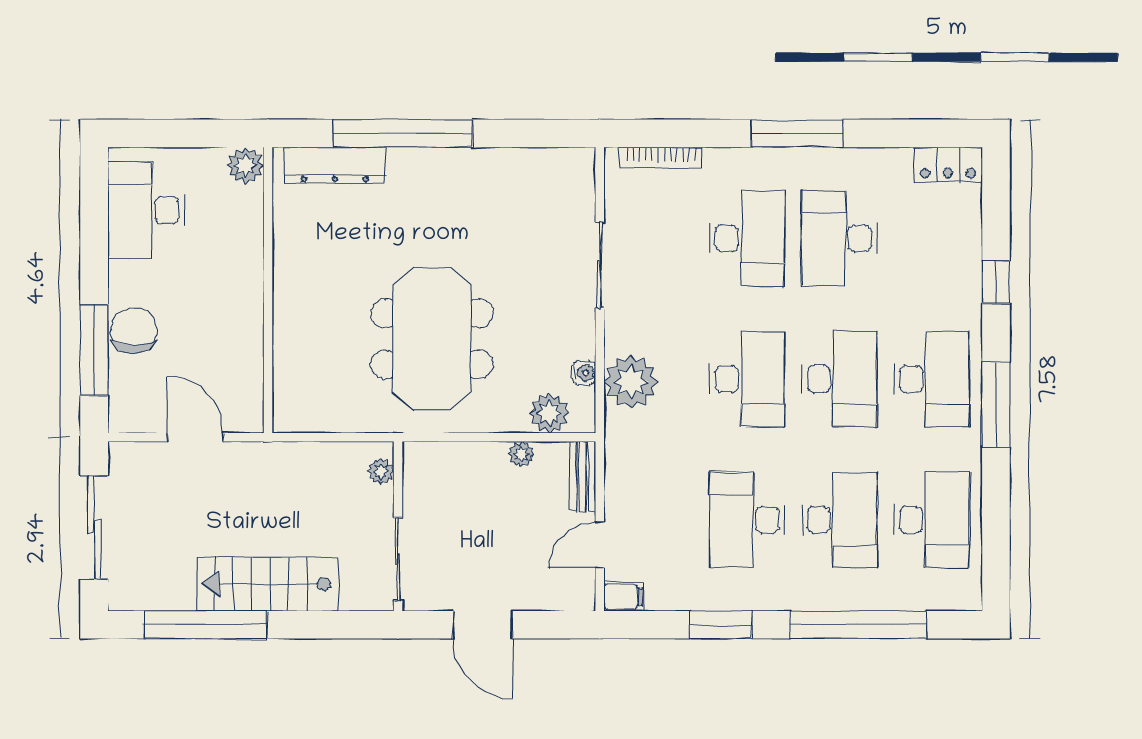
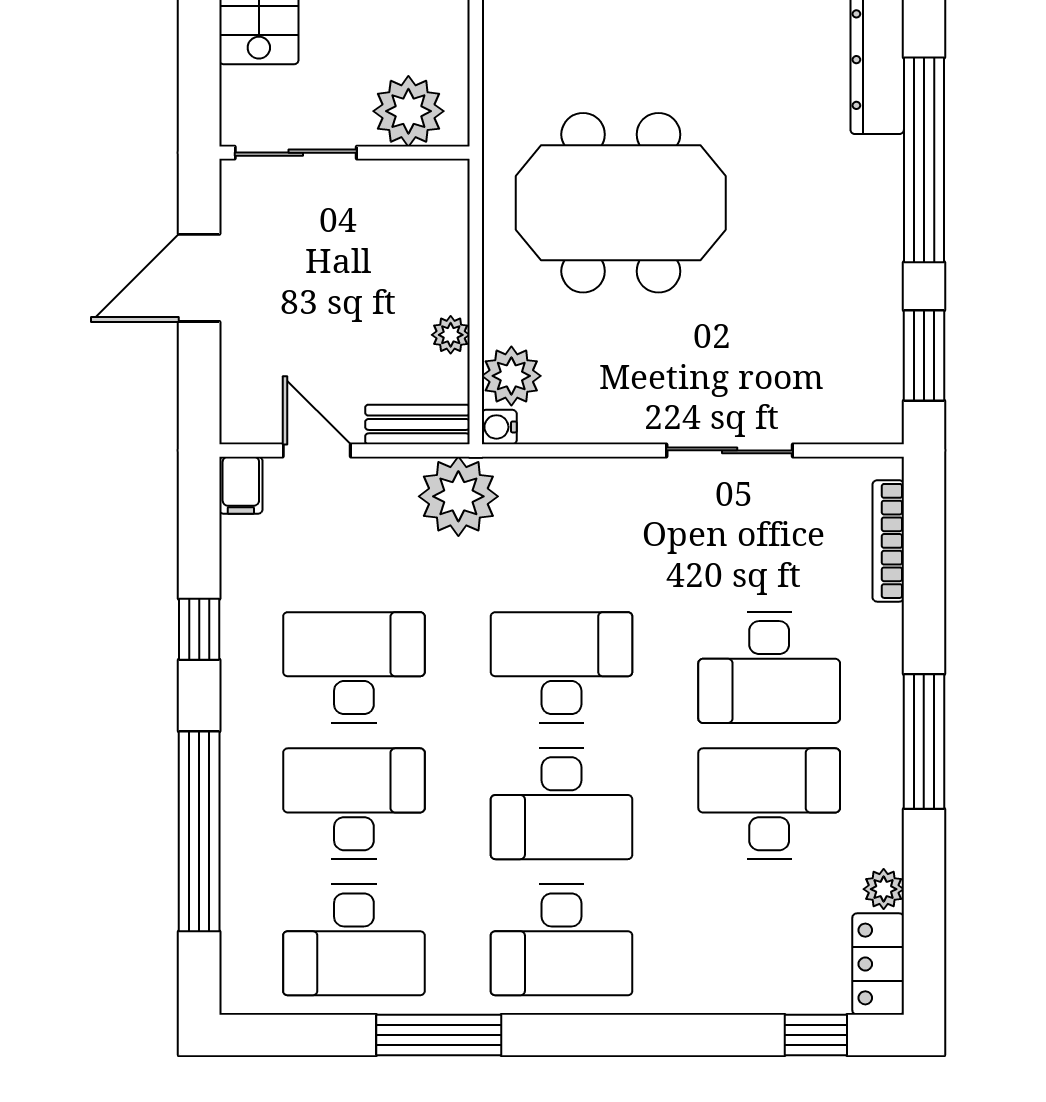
window: (535, 133) -> (924, 356), added
plant: (897, 161) -> (884, 889), added
window: (996, 282) -> (816, 1035), moved
water cooler: (584, 373) -> (499, 427), moved, turned 90
desk: (747, 379) -> (562, 668), turned 180
plant: (631, 382) -> (458, 496), moved
window: (996, 405) -> (439, 1035), moved
plant: (381, 472) -> (408, 111), width x1.88, depth x1.88
desk: (839, 520) -> (354, 804), turned 180
window: (721, 625) -> (199, 629), width x0.67

